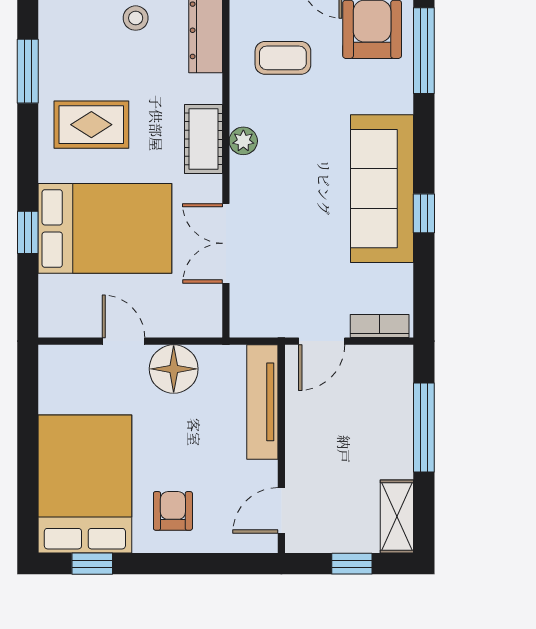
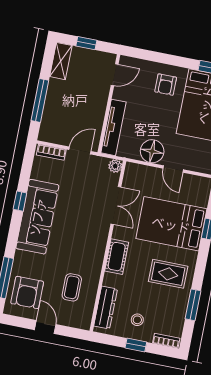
coffee table: (283, 58) -> (72, 287), turned 90
plant: (243, 141) -> (115, 166), moved

